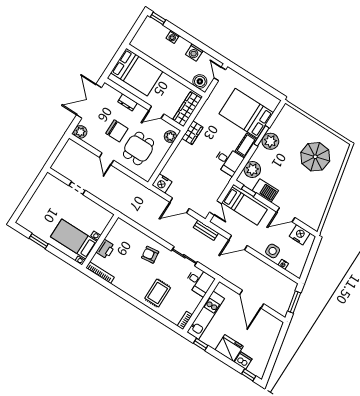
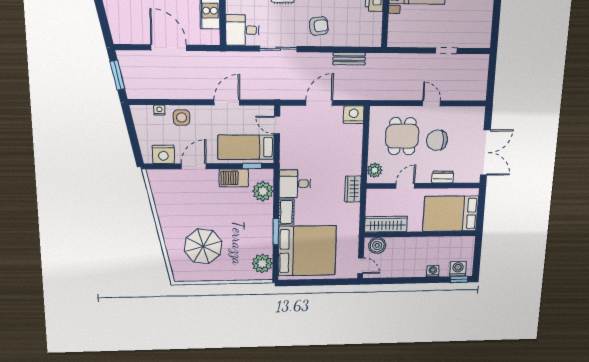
washing machine: (194, 53) -> (458, 269), moved
wardrobe: (187, 109) -> (386, 224), moved, turned -90
bed: (246, 113) -> (307, 251), width x1.36
plant: (80, 132) -> (477, 114), removed
plant: (270, 141) -> (262, 263), moved
bench: (206, 230) -> (349, 59), moved

